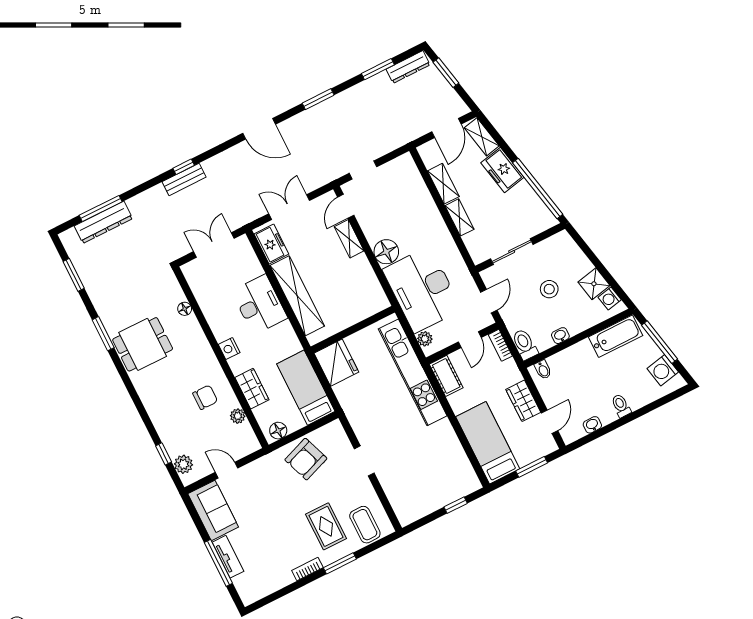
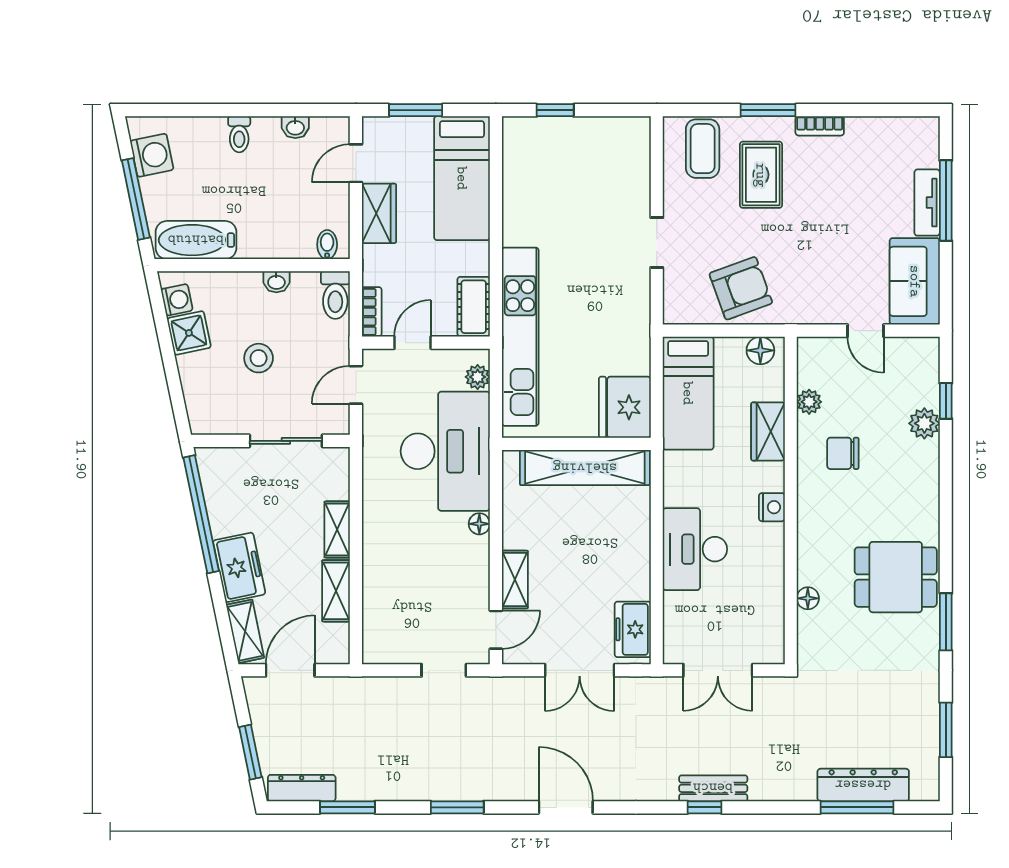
floor lamp: (386, 252) -> (479, 524), width x0.53, depth x0.53
shelving: (297, 296) -> (585, 468), moved, turned 90
plant: (183, 464) -> (924, 423), moved

